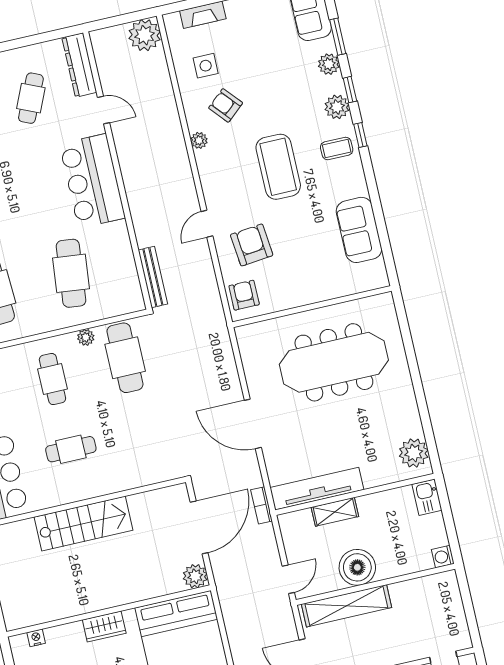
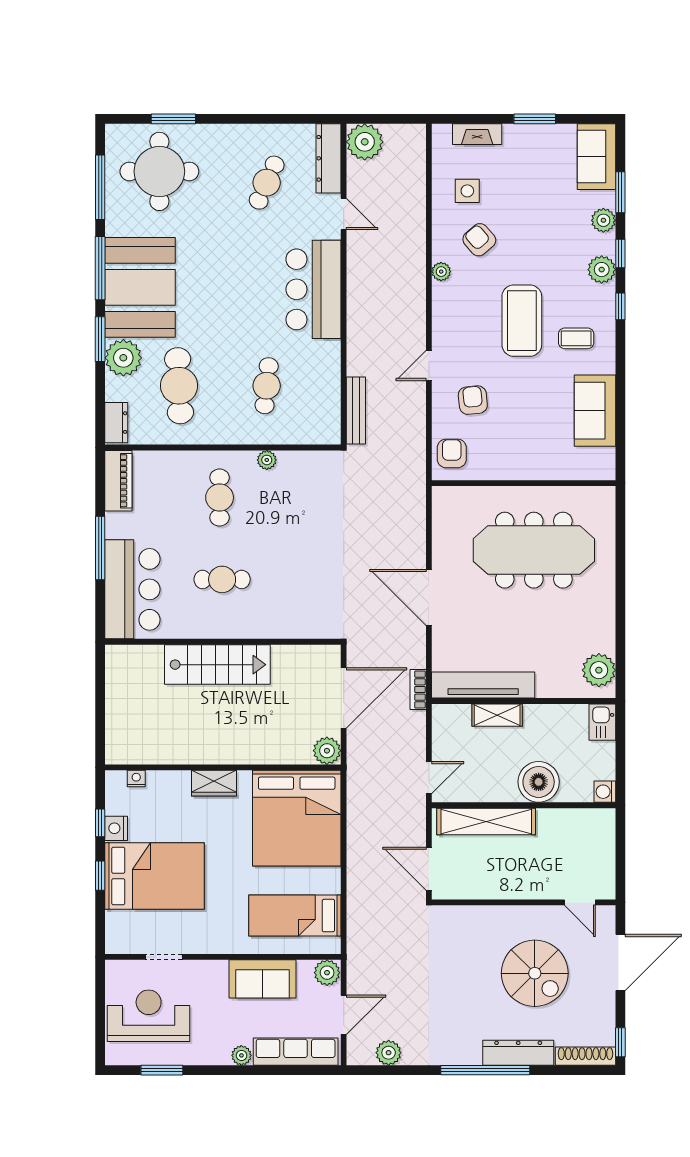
plant: (145, 35) -> (365, 142), moved
coffee table: (337, 148) -> (576, 338), moved
armchair: (252, 245) -> (473, 400), width x0.72, depth x0.72
cafe table: (71, 273) -> (267, 386), width x0.73, depth x0.74
cafe table: (125, 358) -> (305, 492), removed
boiler: (357, 567) -> (539, 782), moved

